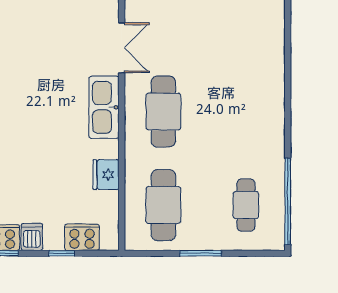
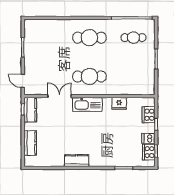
cafe table: (163, 205) -> (89, 38), moved

